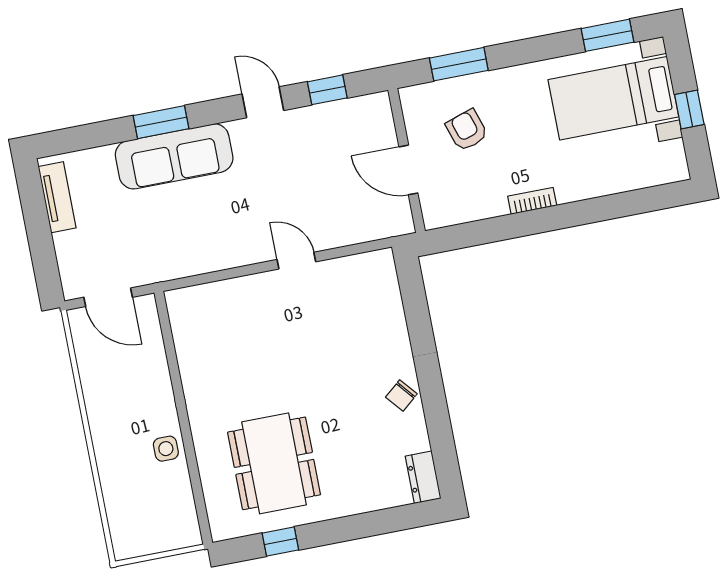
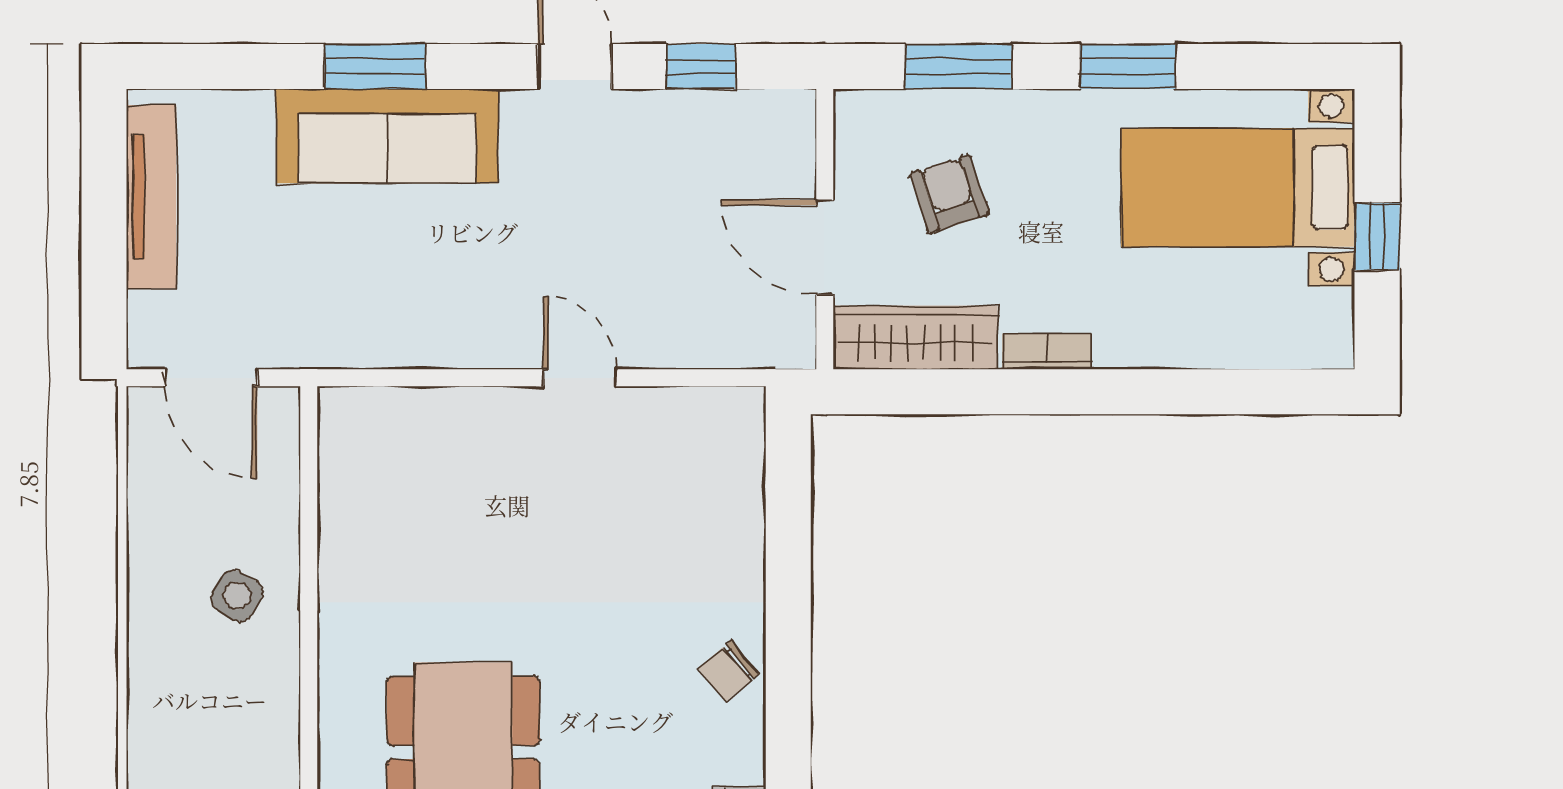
window: (608, 35) -> (1128, 66), moved
tv unit: (57, 197) -> (151, 197), width x1.41
wardrobe: (464, 207) -> (915, 338), added
side table: (166, 449) -> (237, 596), moved, turned 30

